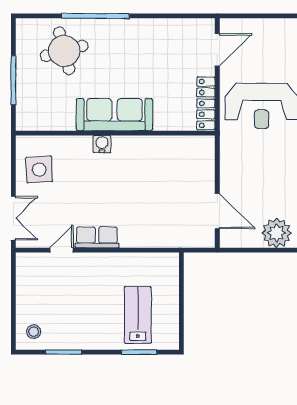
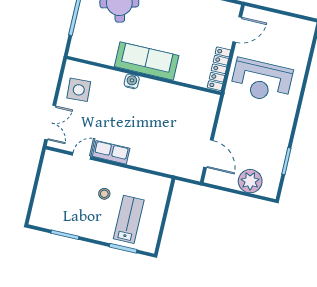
stool: (34, 332) -> (104, 194), moved

